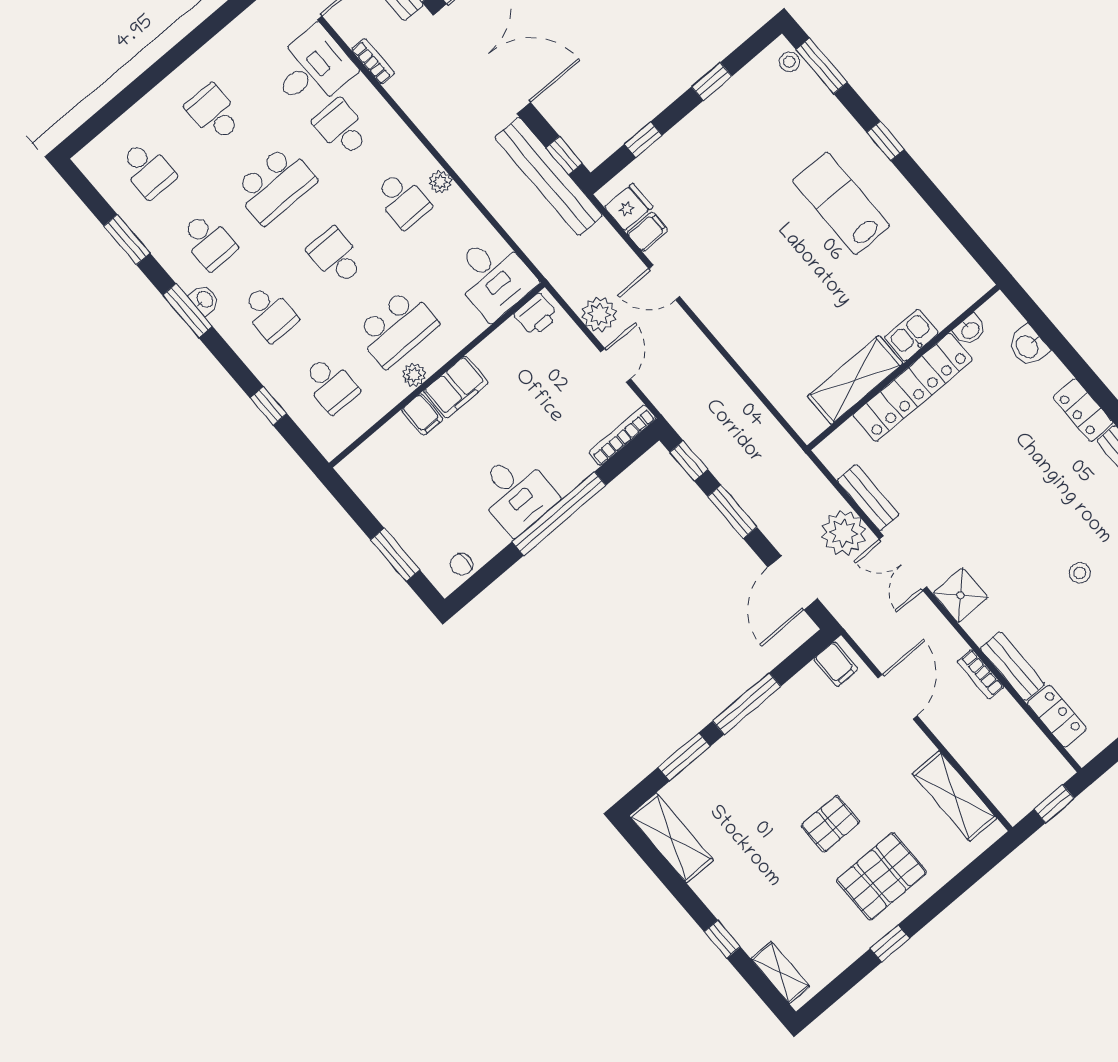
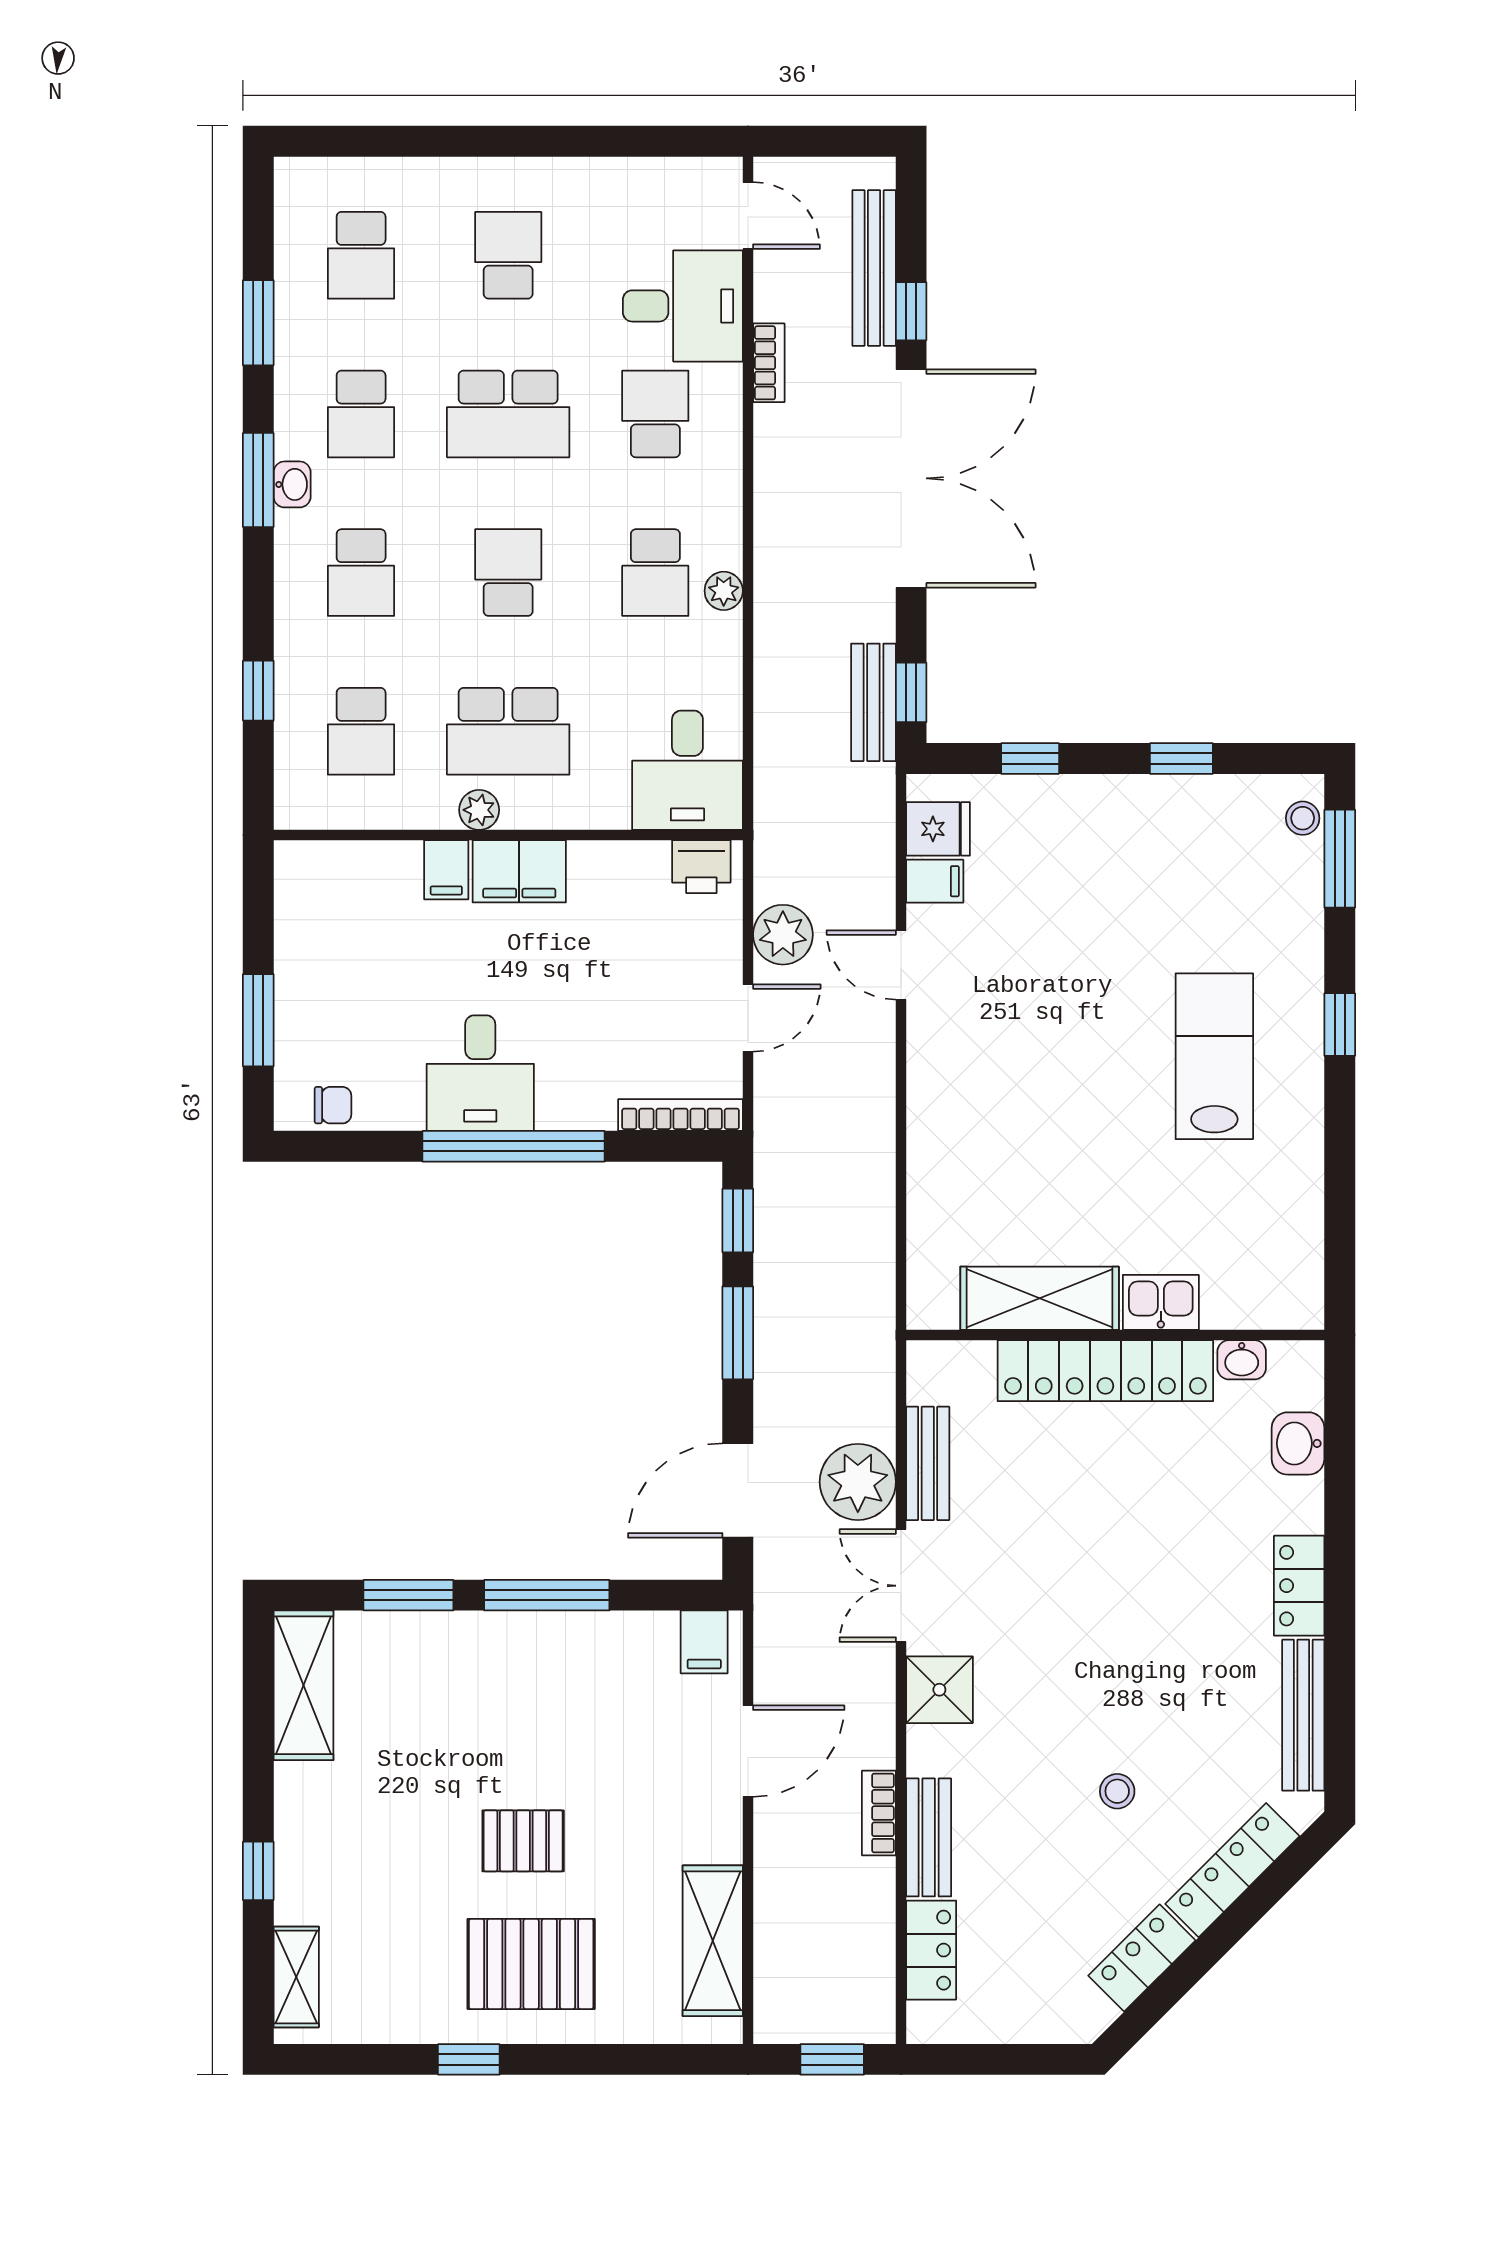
bench: (549, 176) -> (873, 702), width x0.54, depth x0.82
chair: (462, 564) -> (333, 1105), turned 180

